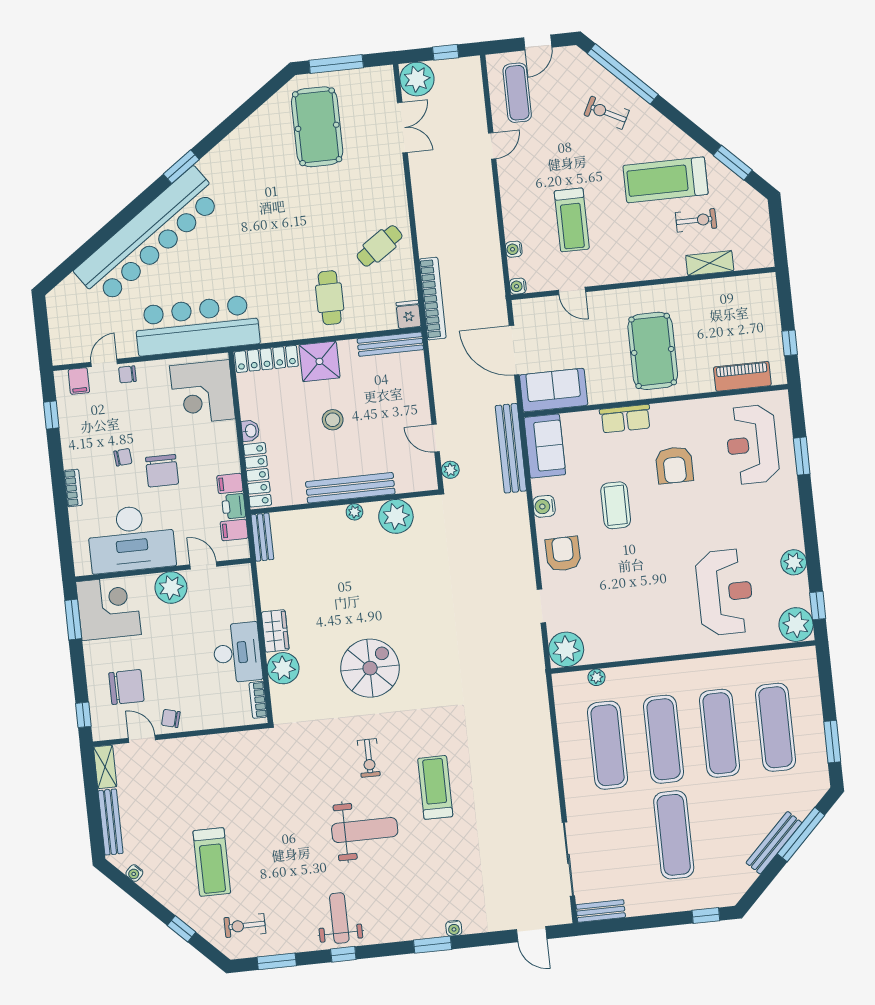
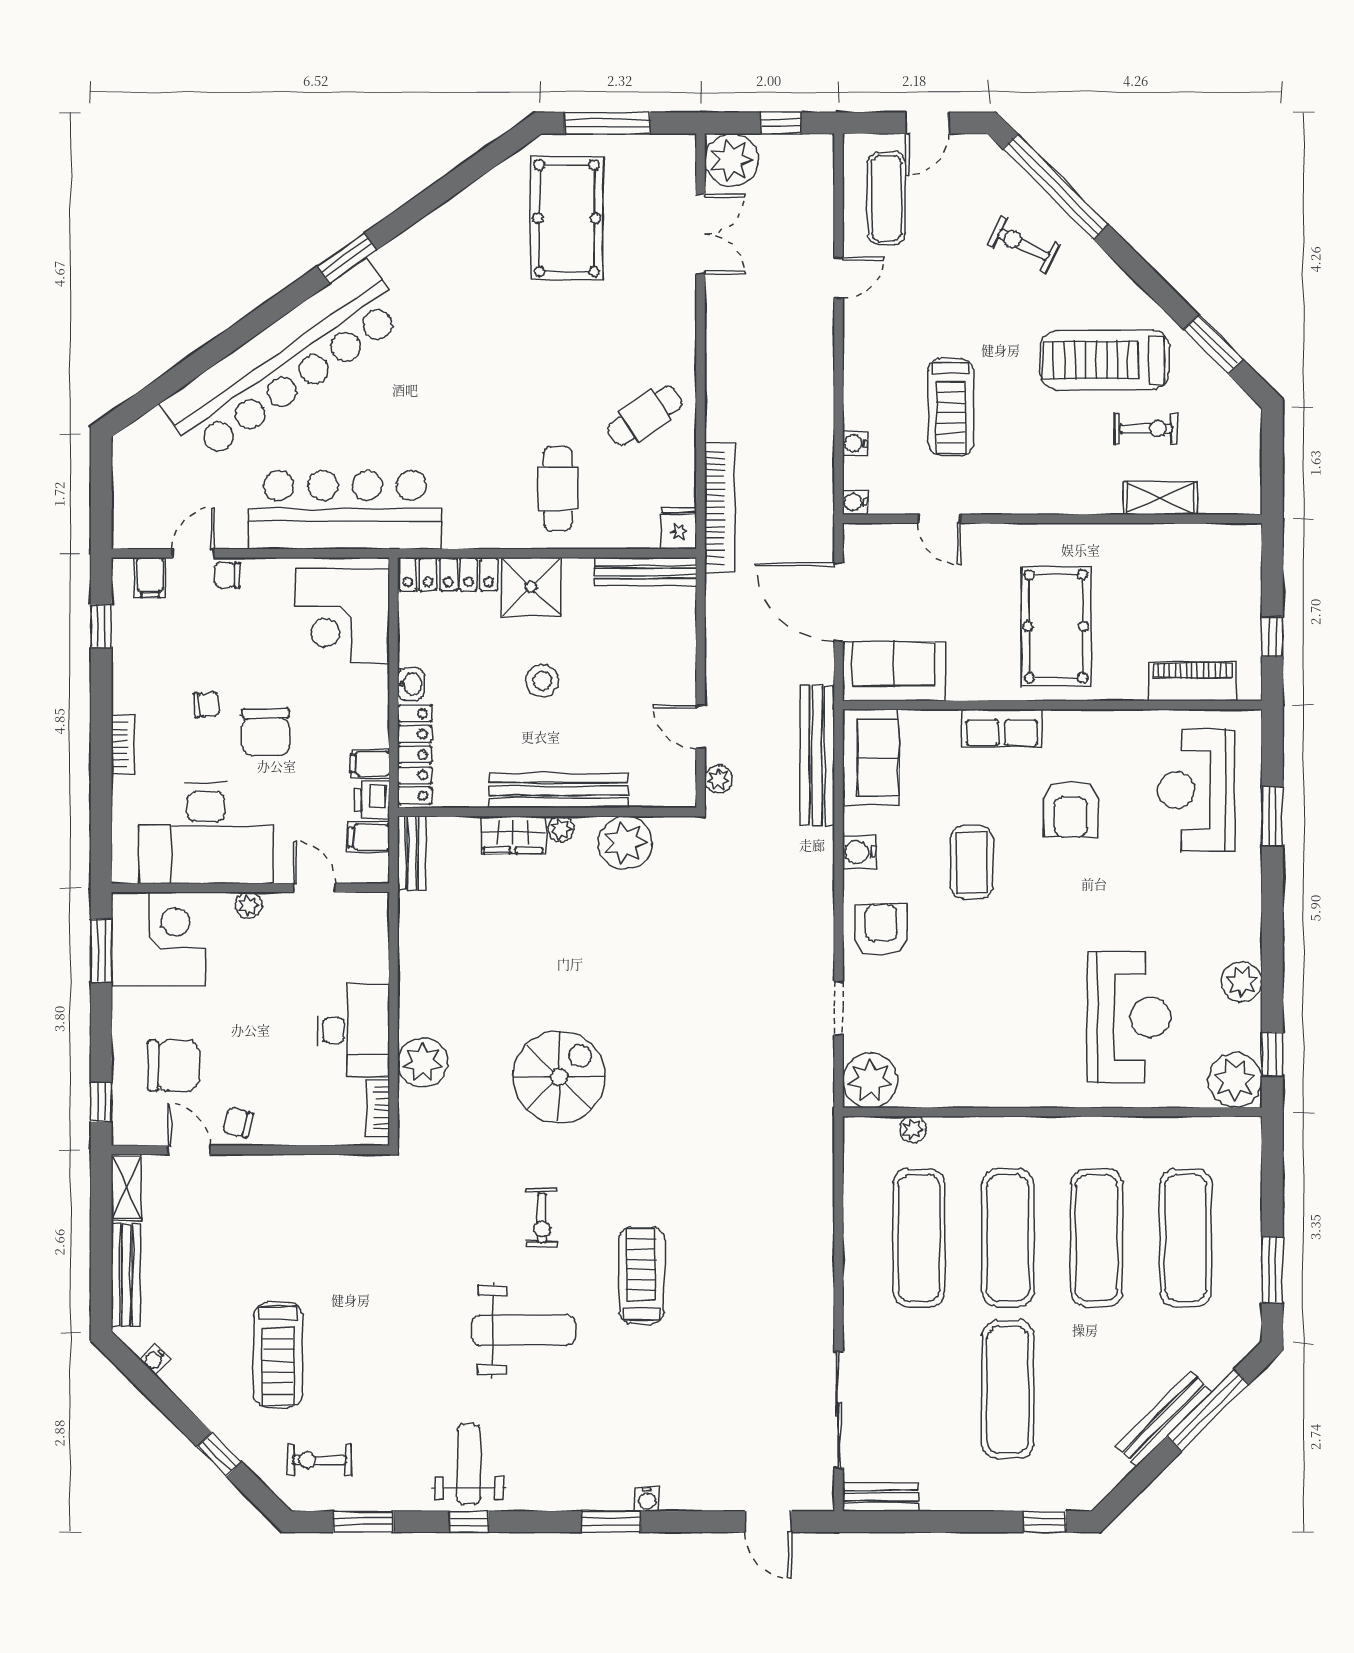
plant: (171, 587) -> (248, 905), width x0.53, depth x0.53
wardrobe: (275, 631) -> (513, 835), moved, turned 90

